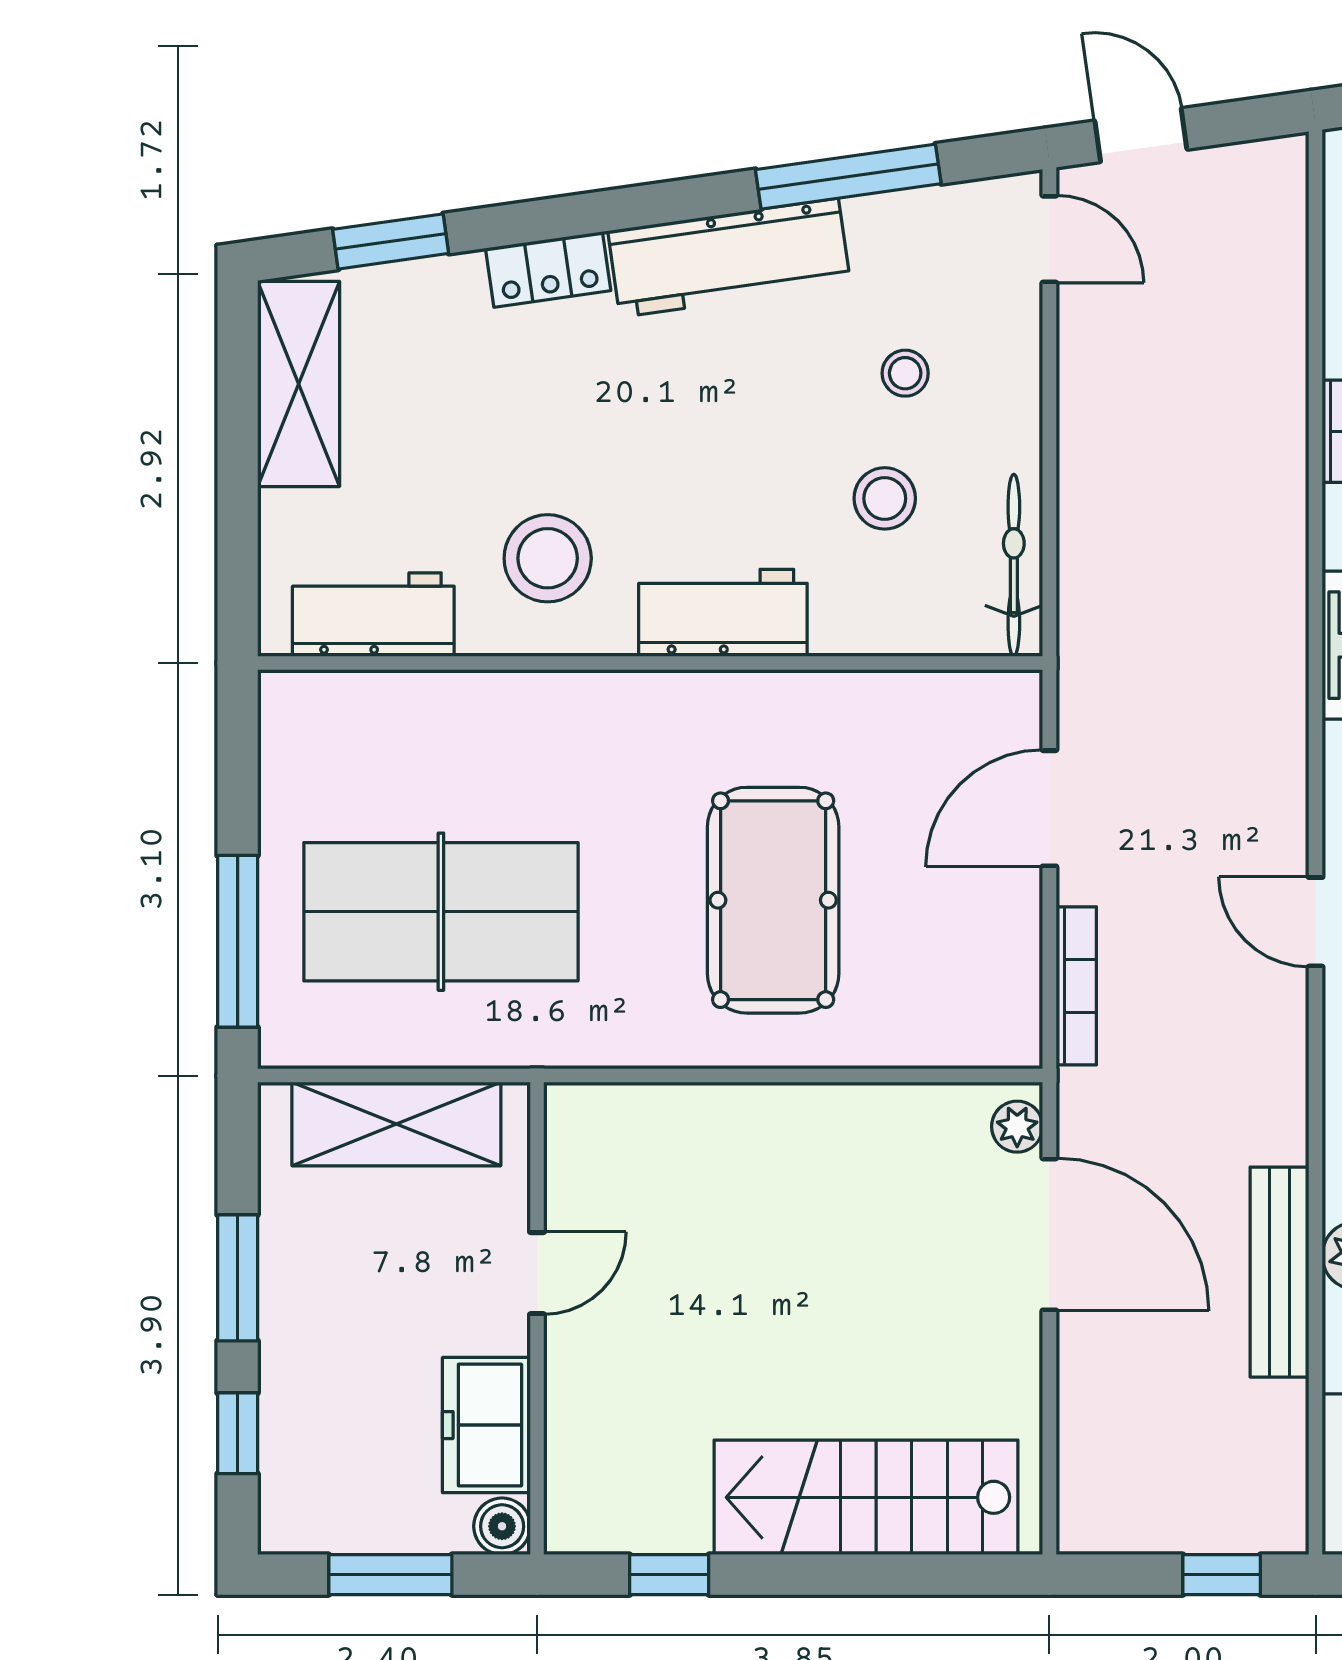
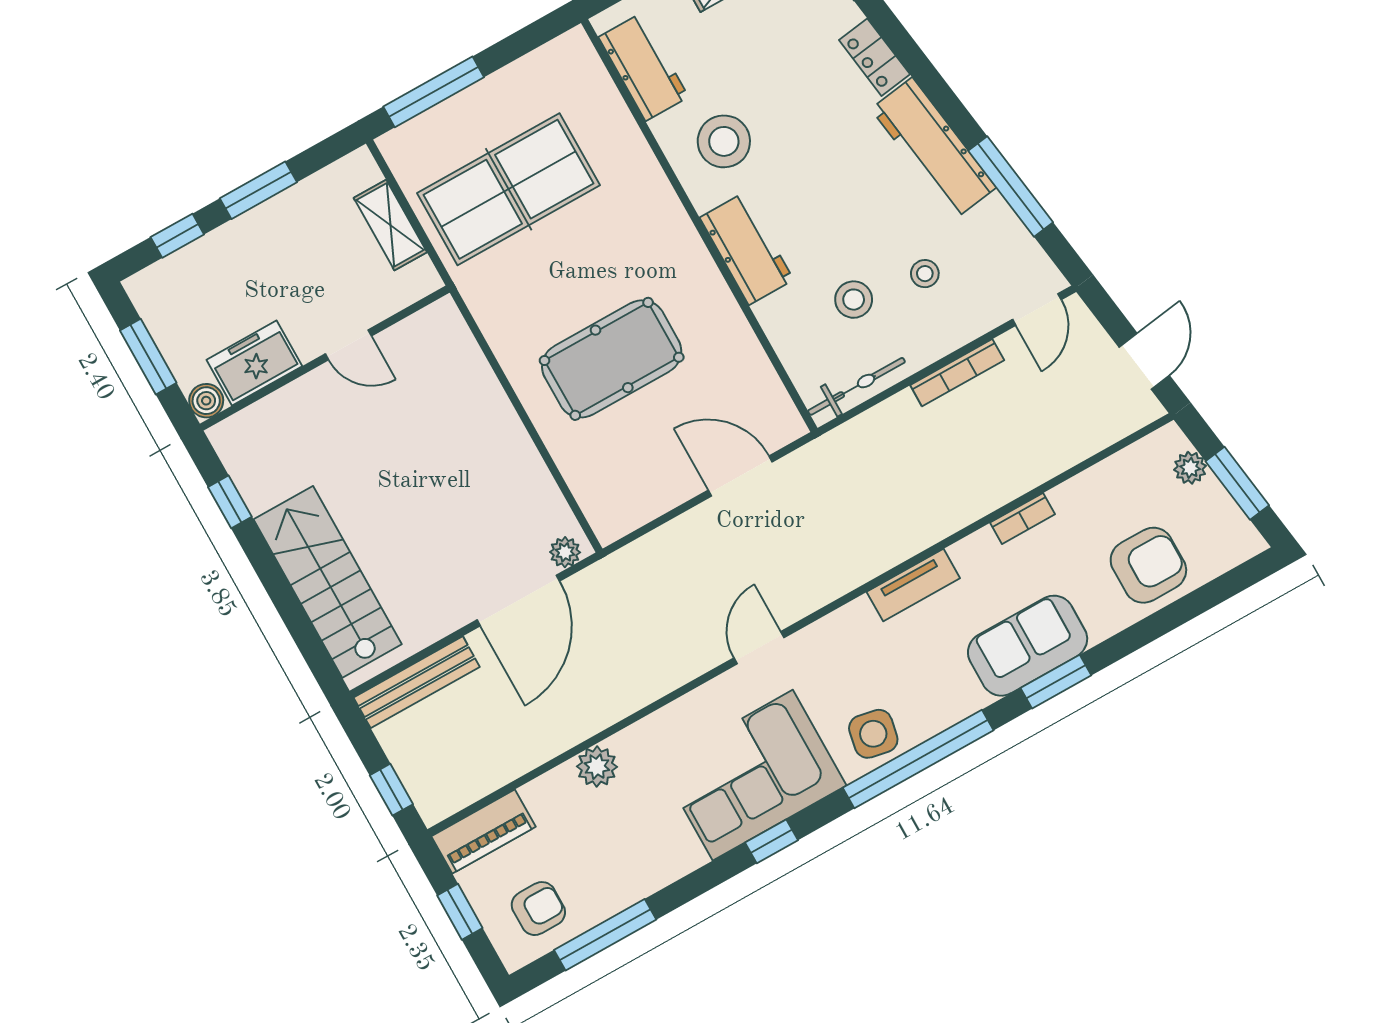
door: (1141, 135) -> (1144, 361), moved
table tennis table: (441, 912) -> (509, 189), turned 90
bookcase: (1076, 986) -> (957, 373), moved
shelving: (396, 1124) -> (390, 225), width x0.67, depth x0.75
bench: (1279, 1272) -> (417, 682), moved

